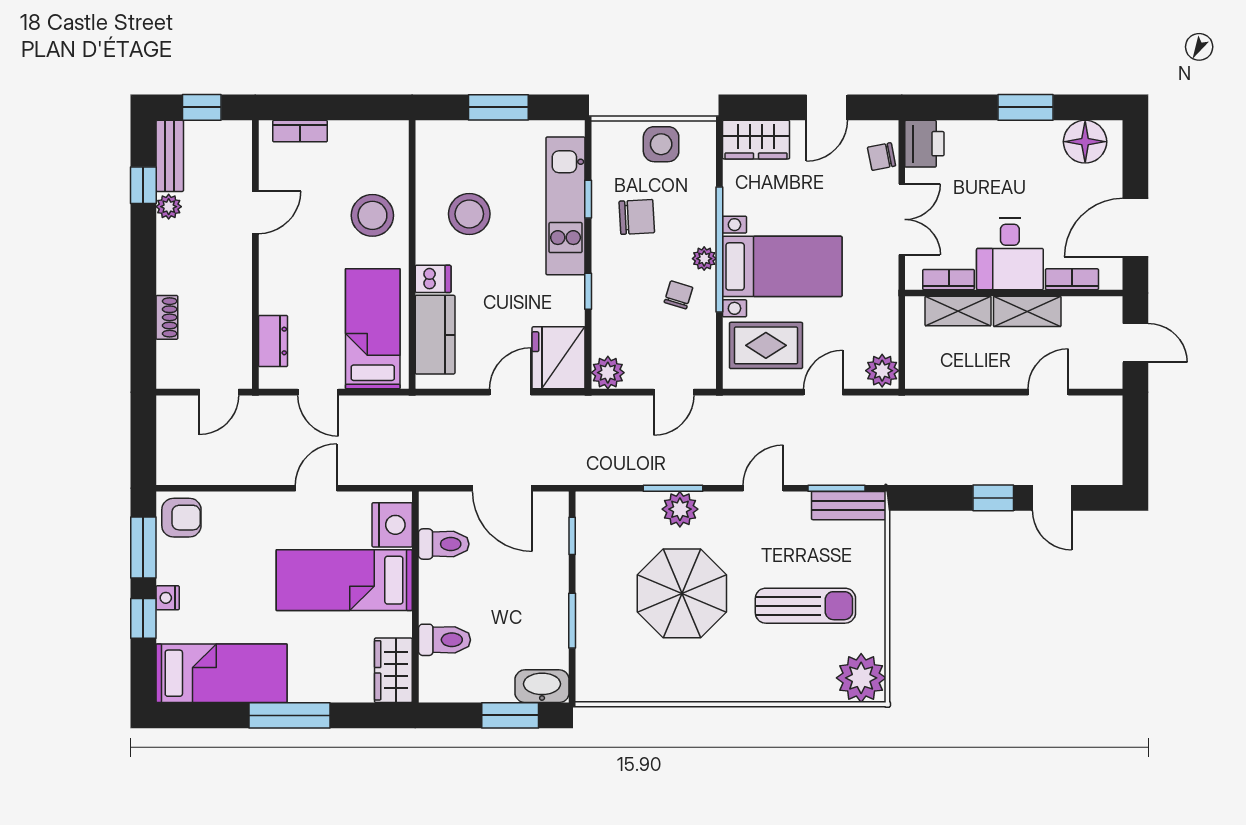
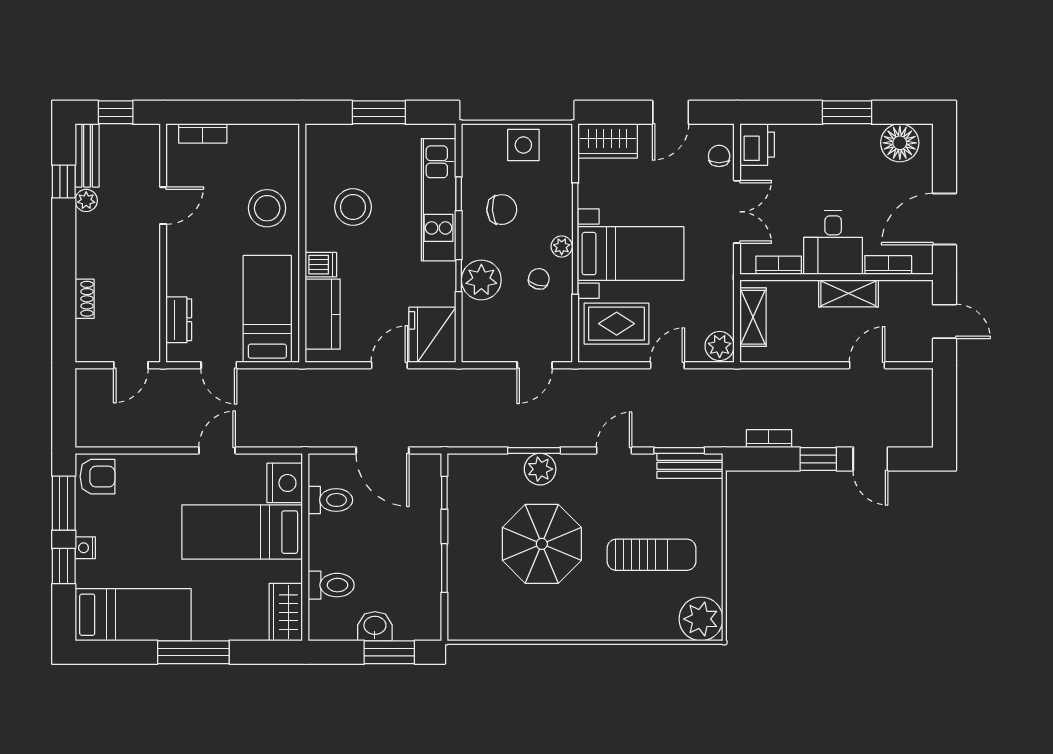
chair: (882, 157) -> (719, 156), turned 101
shelving: (958, 311) -> (753, 317), moved, turned 90
plant: (608, 373) -> (481, 280), moved, width x1.36, depth x1.36
bookcase: (938, 475) -> (769, 439), added
washbasin: (542, 686) -> (375, 626), moved, width x0.72

